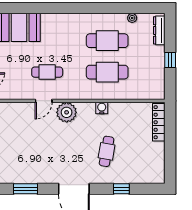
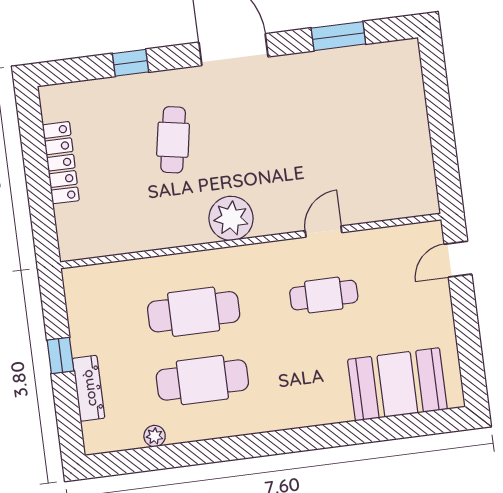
dresser: (159, 30) -> (89, 388), moved
water cooler: (102, 108) -> (195, 232), removed
plant: (67, 112) -> (231, 218), moved
locker: (159, 122) -> (61, 163), moved

